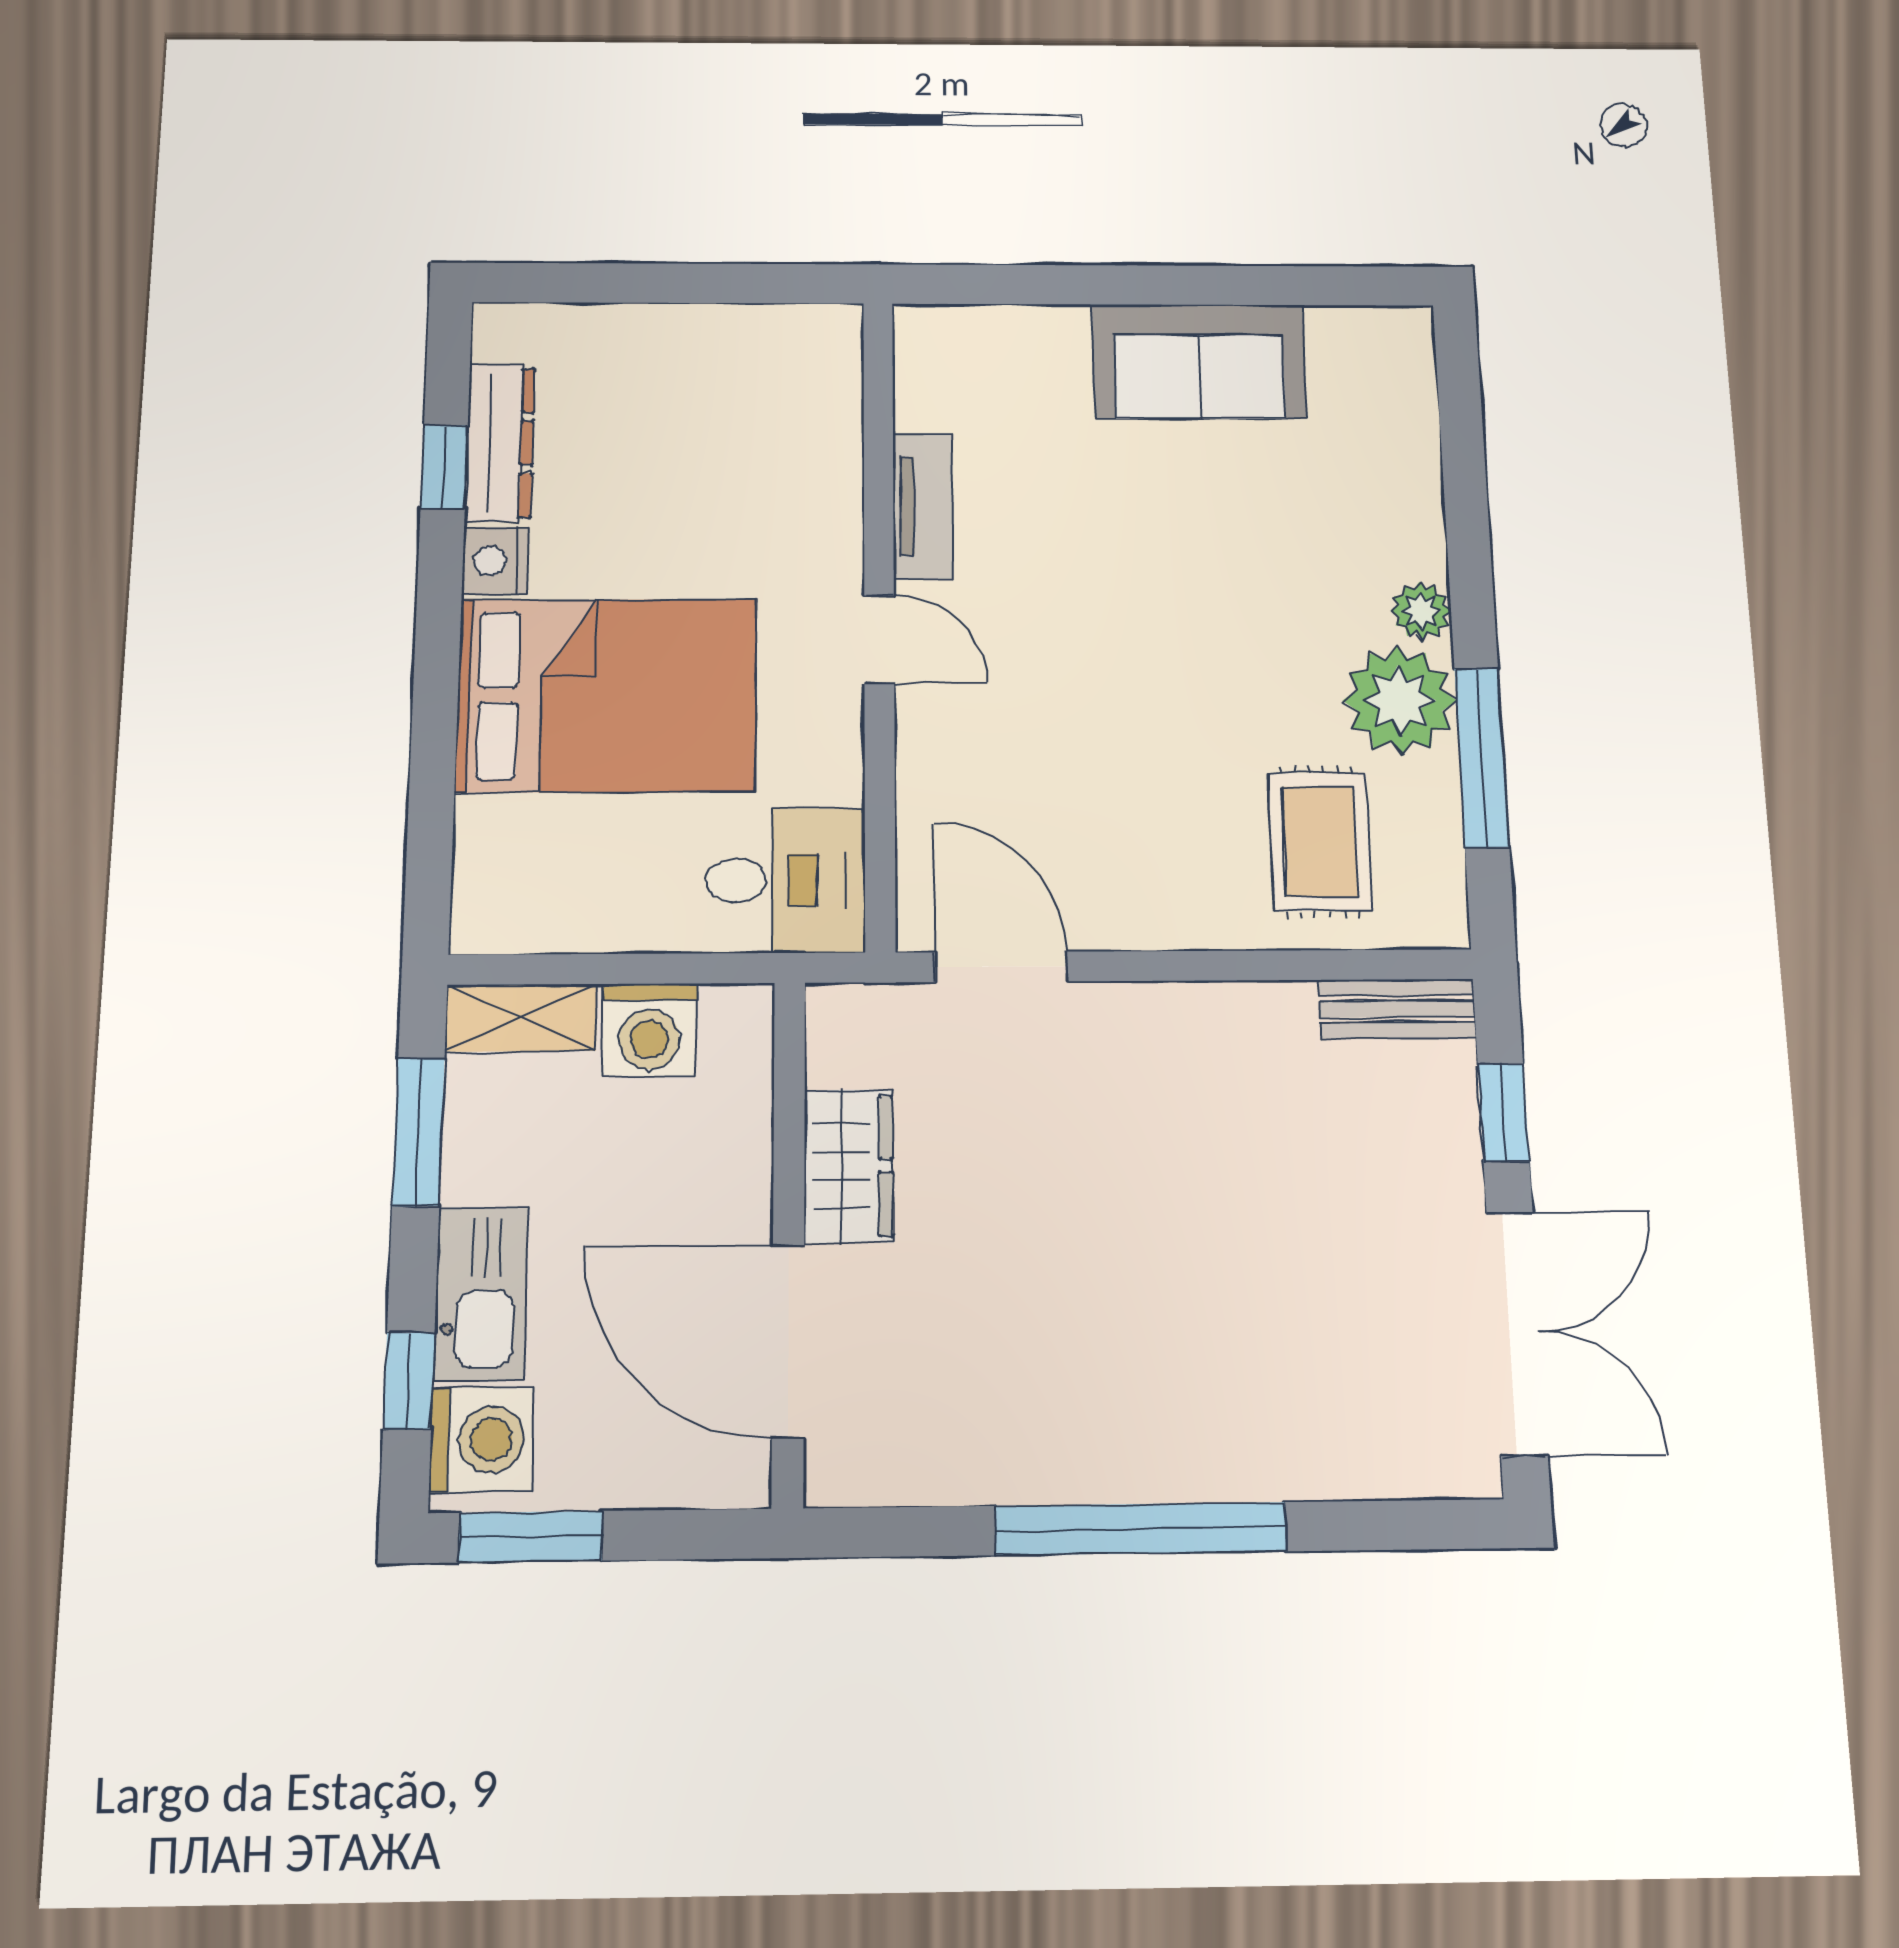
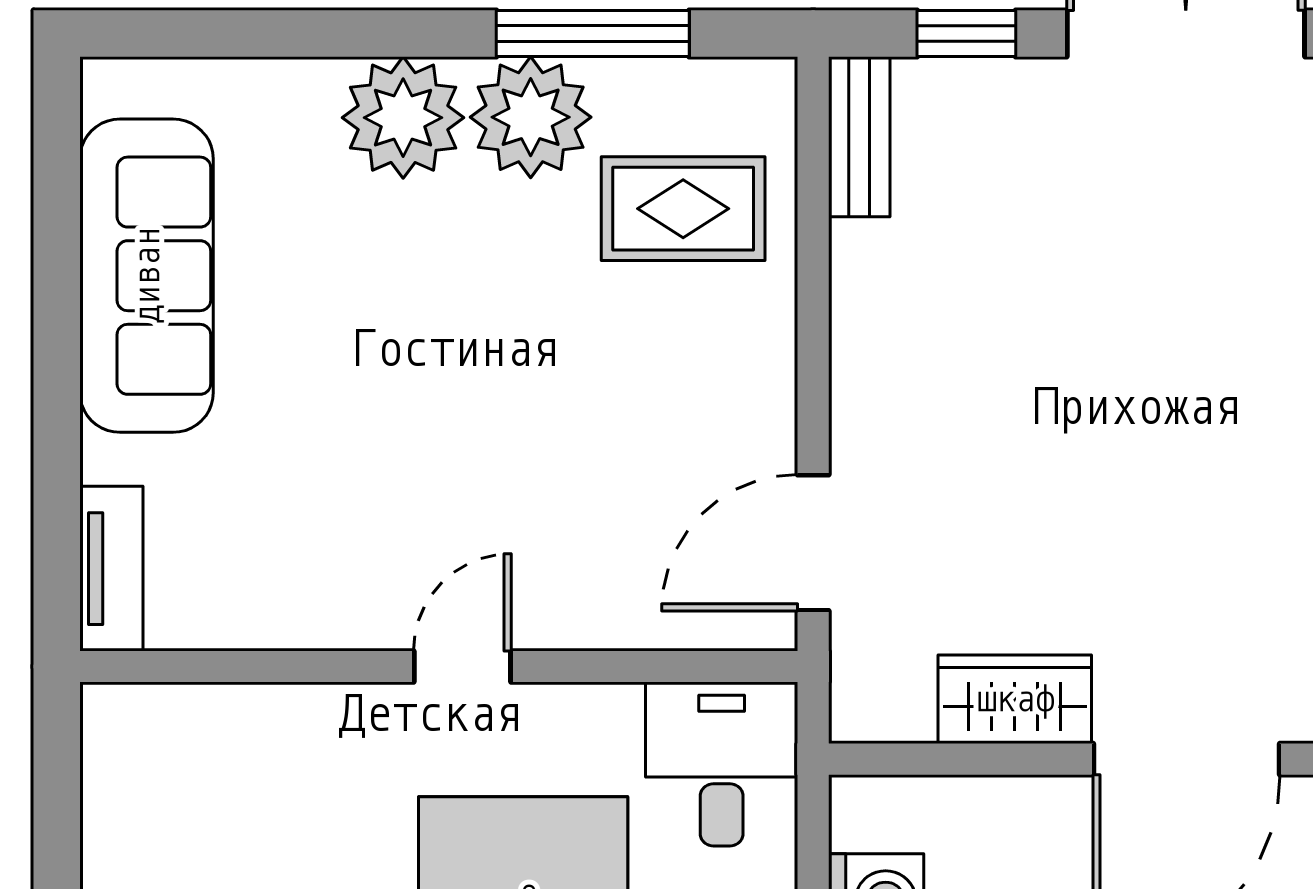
sofa: (1199, 361) -> (147, 276), width x1.36
tv unit: (923, 506) -> (111, 569), moved, turned 90
plant: (1421, 611) -> (403, 118), width x1.88, depth x1.88

